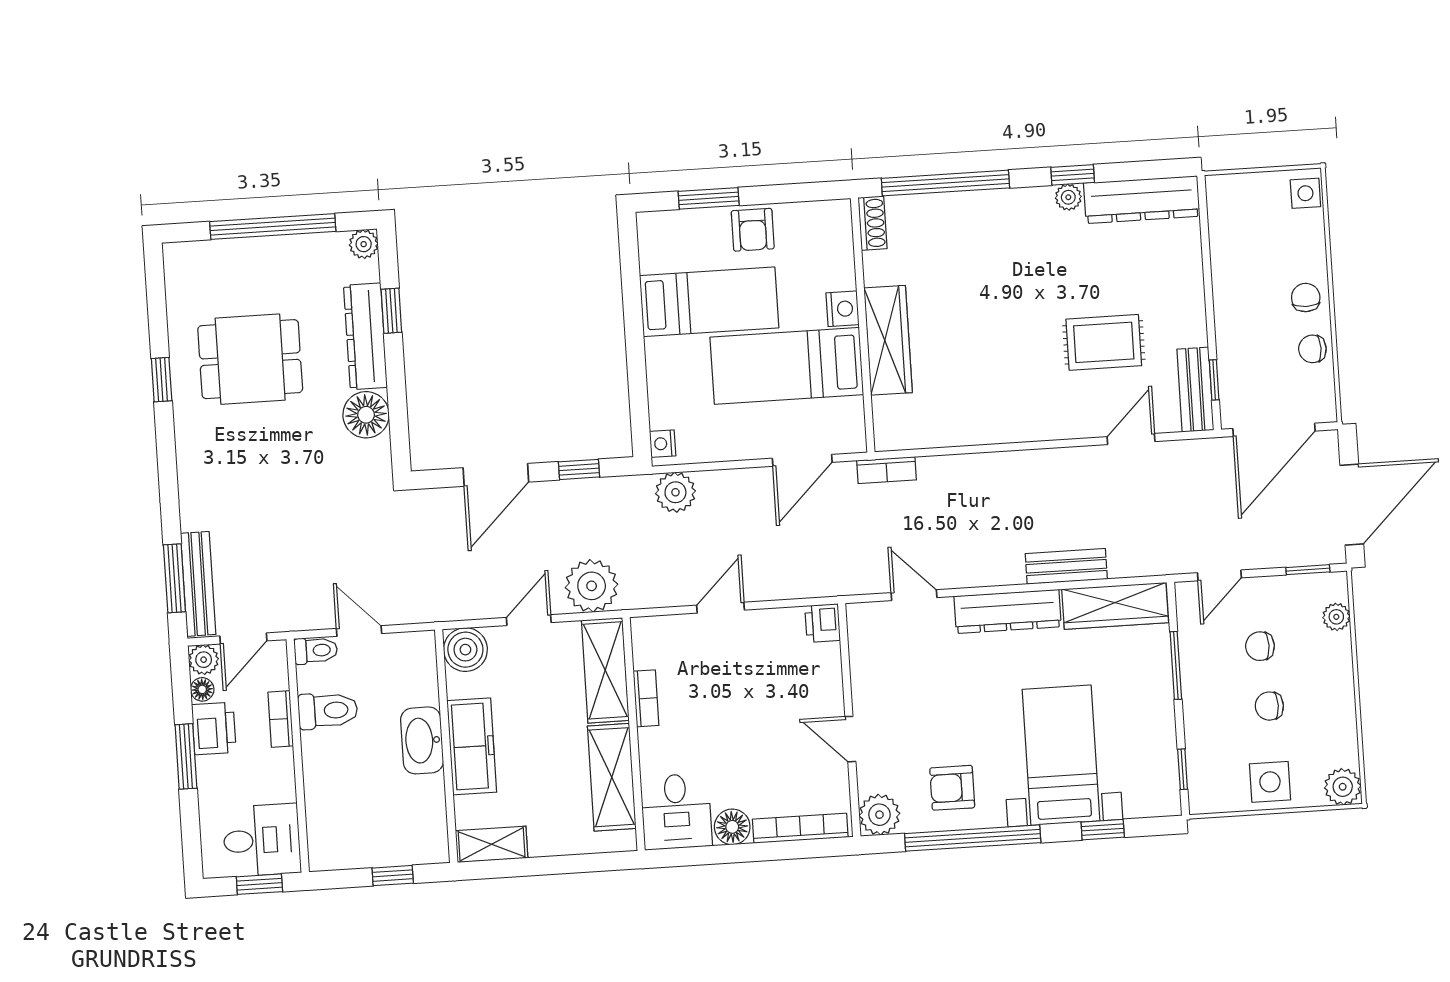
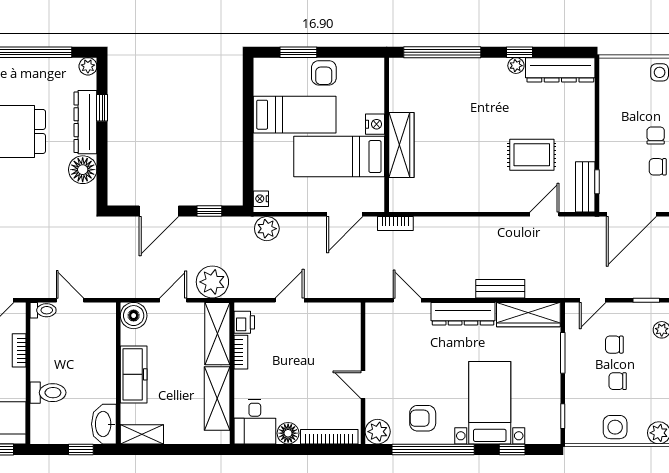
shoe rack: (873, 223) -> (397, 74), removed
printer: (823, 623) -> (244, 322), moved, turned 180
toilet: (328, 711) -> (48, 393), moved
washbasin: (422, 740) -> (104, 424), moved

